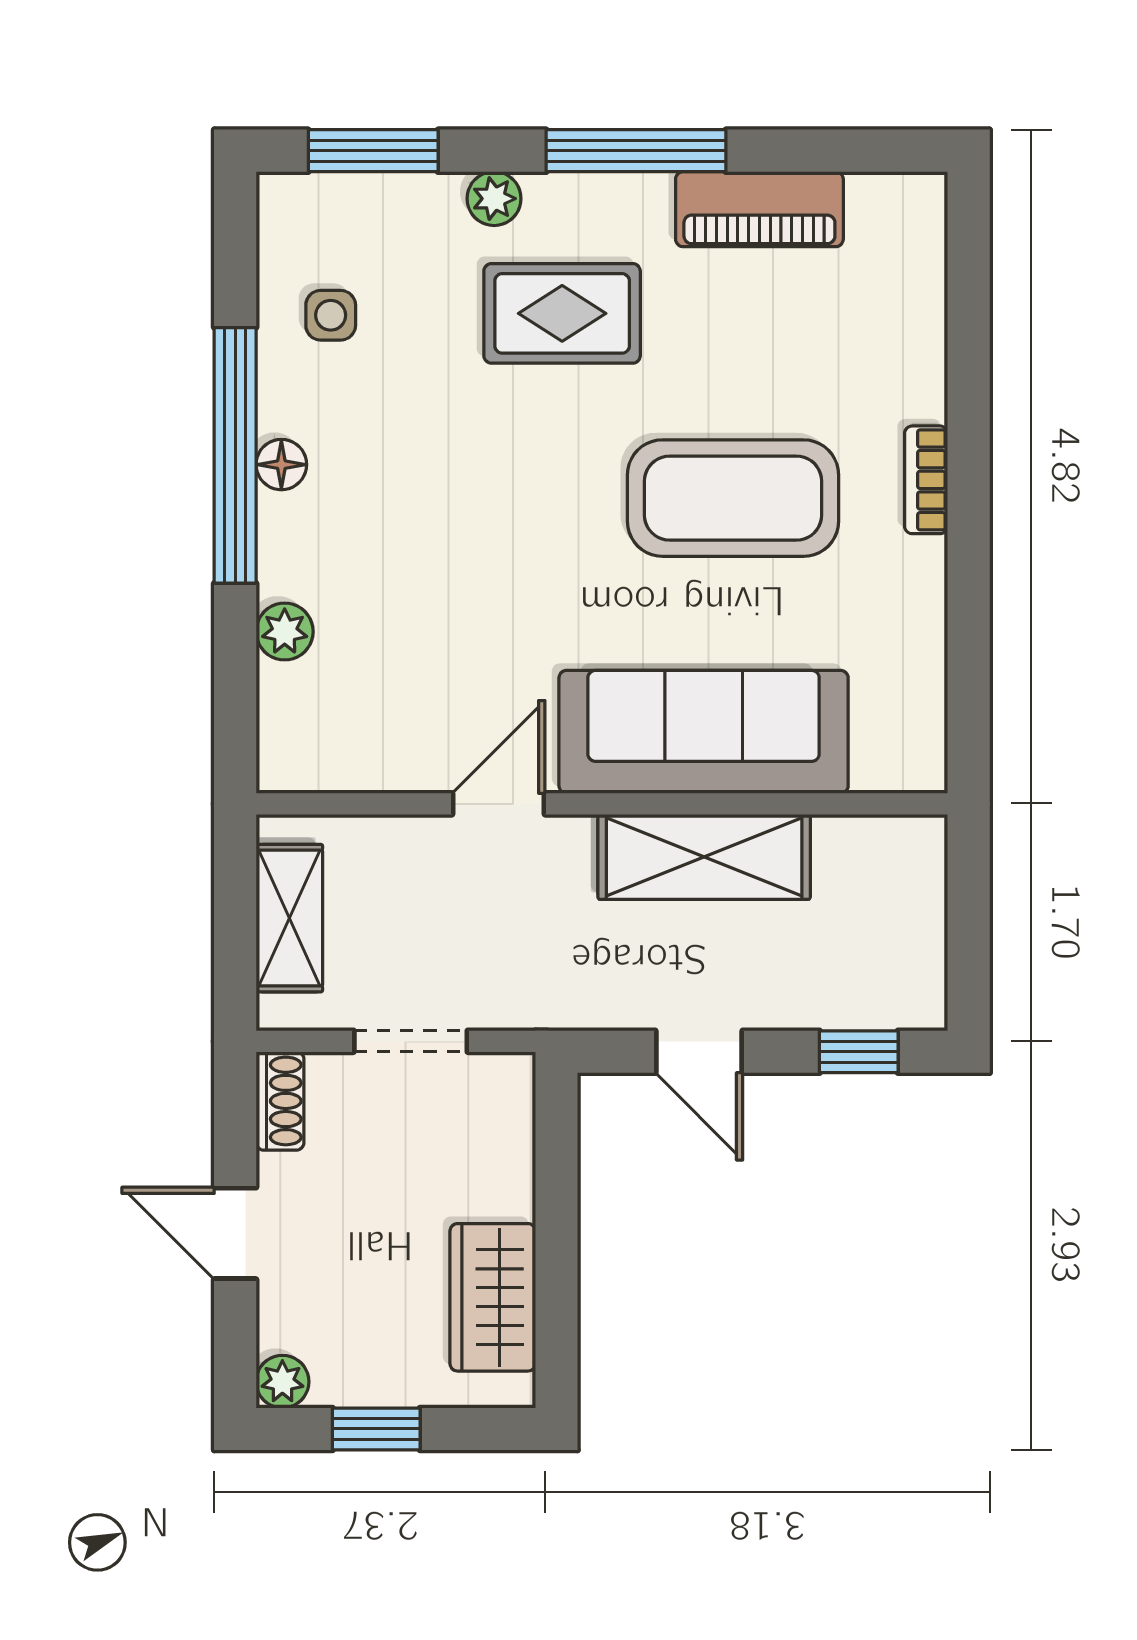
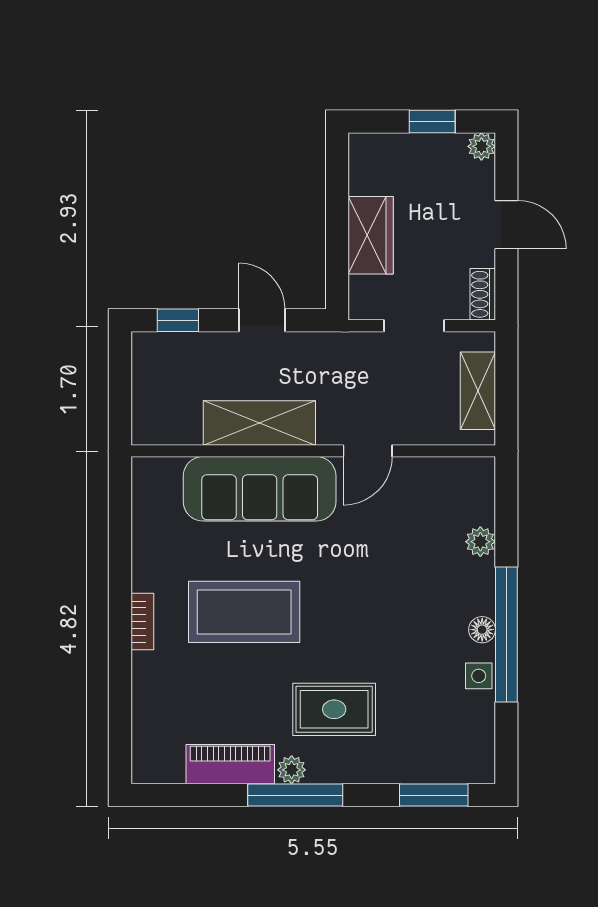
plant: (494, 199) -> (292, 770), moved
side table: (331, 315) -> (479, 676), moved
wardrobe: (493, 1297) -> (371, 235), moved

